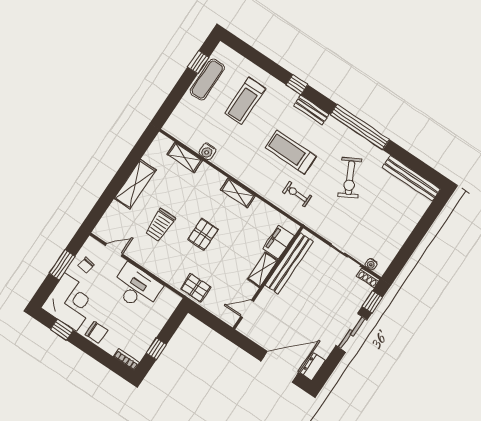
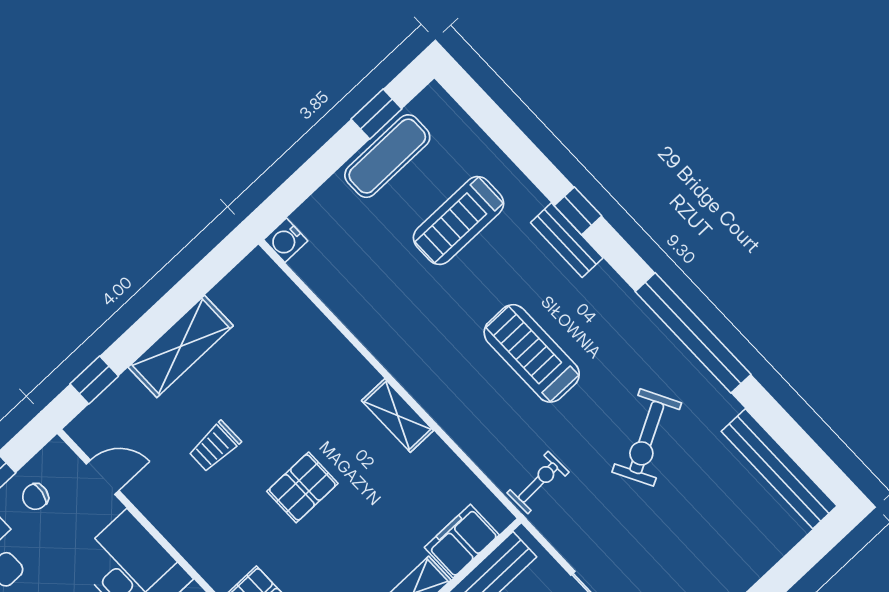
bench: (311, 110) -> (567, 240), moved
water cooler: (207, 151) -> (286, 240), moved
shelving: (185, 157) -> (300, 313), removed
exercise bike: (297, 194) -> (538, 482), moved, turned 88
window: (100, 208) -> (94, 380), added
trolley: (160, 225) -> (215, 446), width x0.73, depth x0.72

